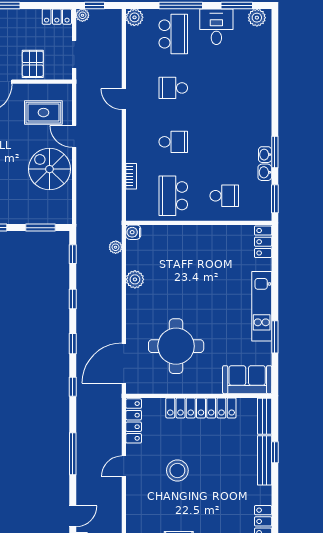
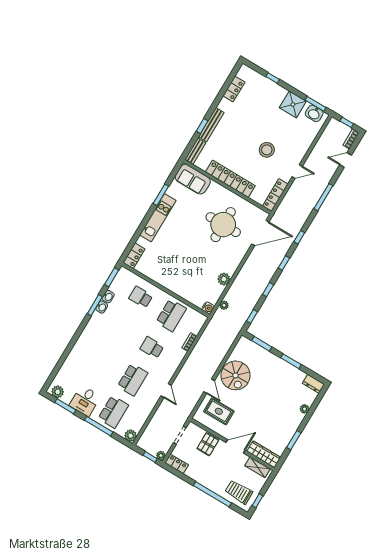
school desk: (173, 34) -> (113, 412), turned 180
school desk: (173, 88) -> (133, 380), width x1.85

